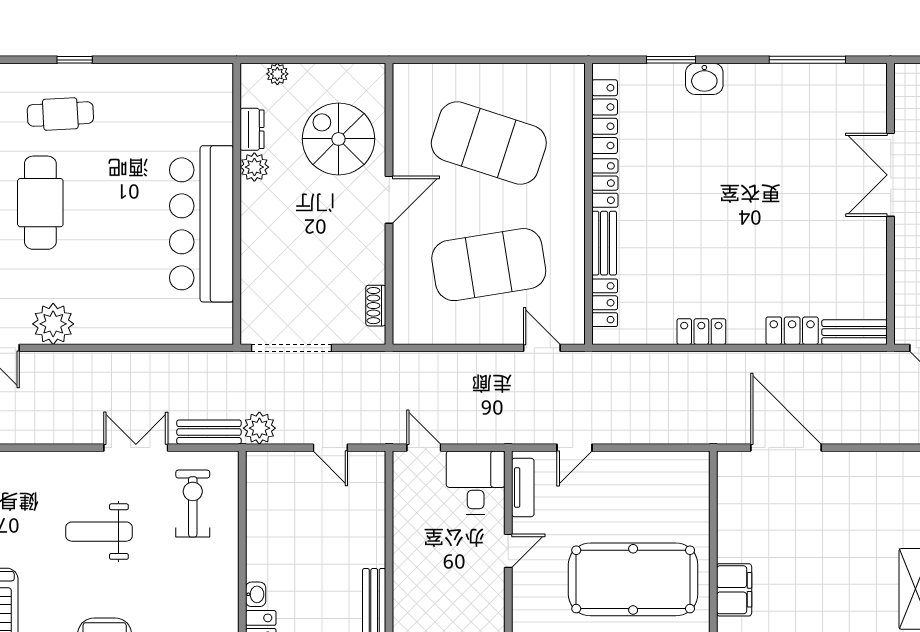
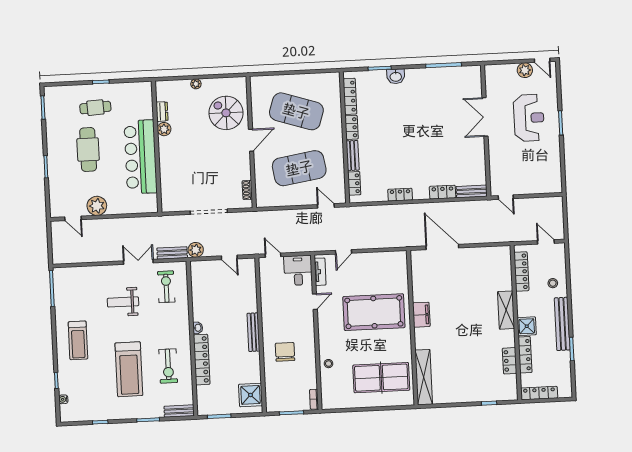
dresser: (252, 129) -> (162, 111), moved
plant: (254, 167) -> (164, 129), moved
wall: (237, 204) -> (157, 147), moved
bar counter: (201, 224) -> (141, 157), moved

